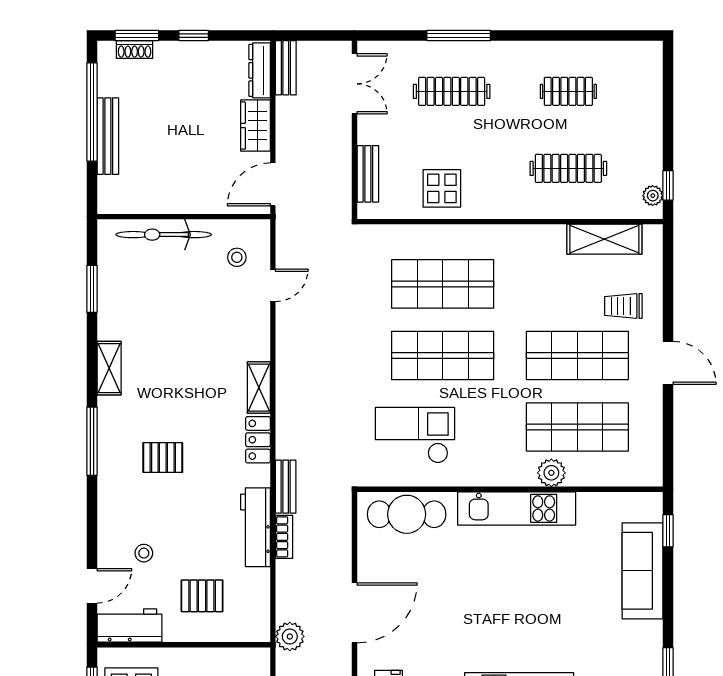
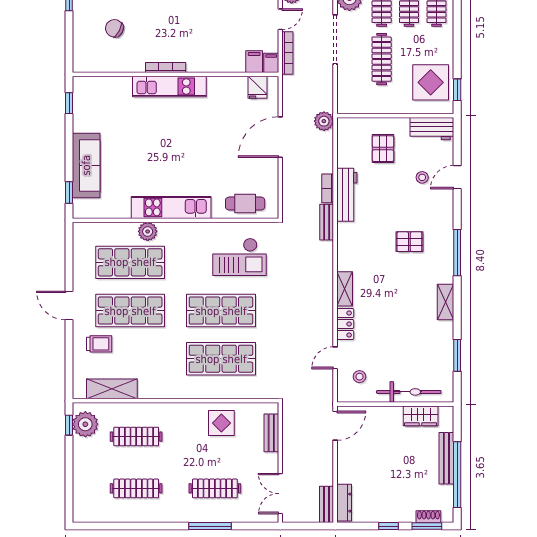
clothes rail: (568, 91) -> (136, 488), width x1.36
wardrobe: (256, 126) -> (421, 416), moved, turned 90
plant: (653, 196) -> (85, 424), width x1.88, depth x1.88
locker: (258, 440) -> (345, 324), moved
cafe table: (407, 514) -> (245, 204), width x0.73, depth x0.74
door: (92, 586) -> (457, 177), moved
pallet: (202, 596) -> (383, 149), turned 90

